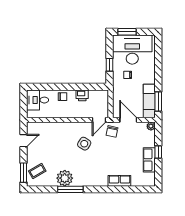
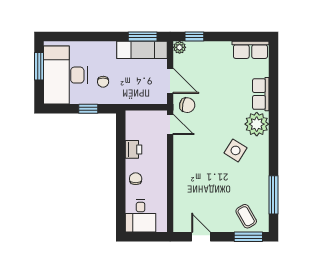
window: (127, 32) -> (39, 66), moved
door: (128, 120) -> (170, 81), swing flipped
side table: (84, 144) -> (236, 150), moved
window: (158, 152) -> (194, 36), moved
row of seats: (149, 160) -> (250, 50), moved
plant: (65, 178) -> (257, 124), moved
window: (70, 189) -> (273, 195), moved

